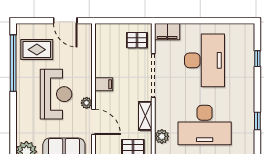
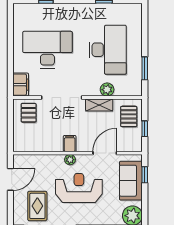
plant: (87, 103) -> (70, 160), moved
plant: (162, 136) -> (107, 90), moved

